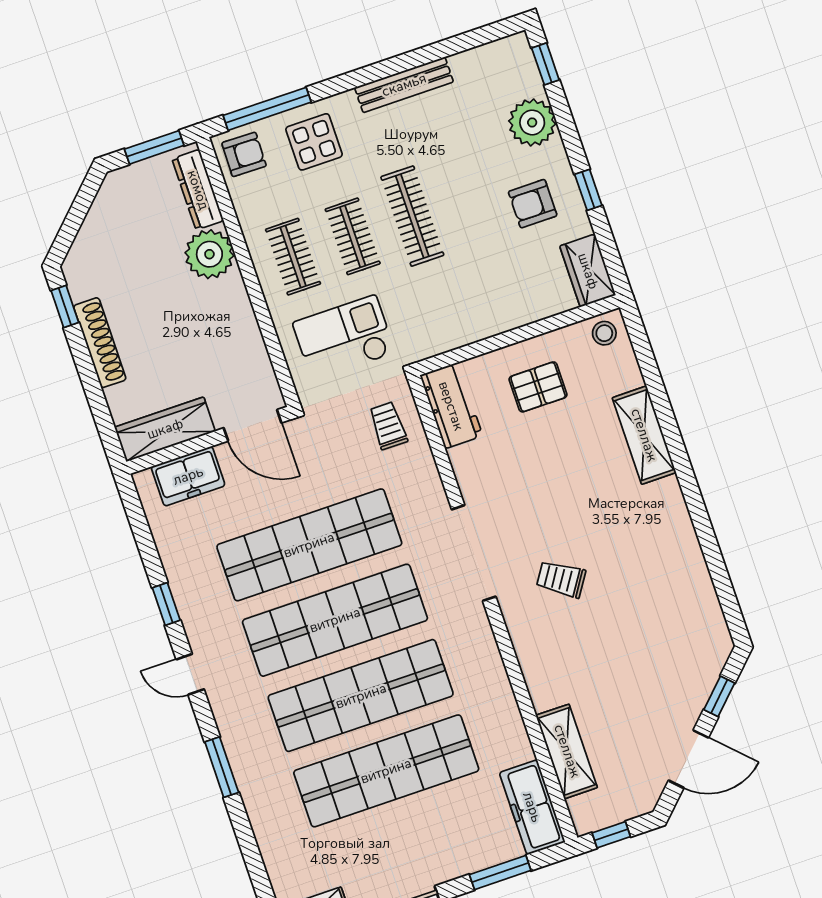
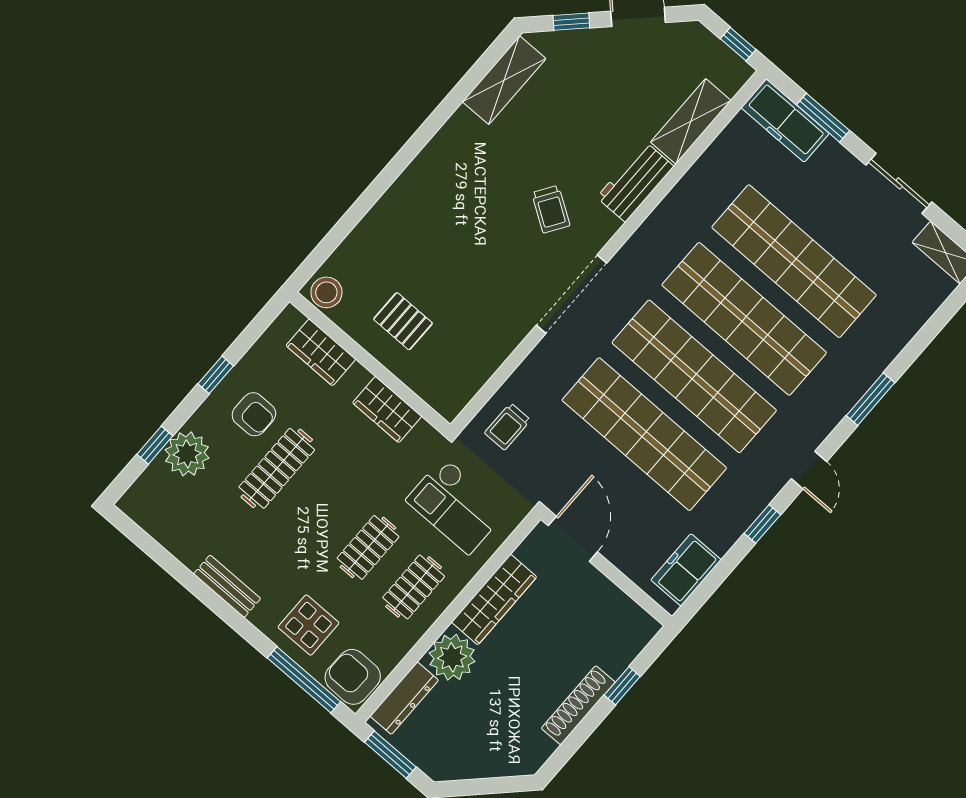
window: (545, 64) -> (155, 445), moved
bench: (404, 85) -> (227, 586), width x0.73
armchair: (244, 154) -> (353, 677), width x1.38, depth x1.38
clothes rail: (412, 216) -> (277, 468), moved
wardrobe: (588, 271) -> (321, 352), moved, turned 90
window: (65, 307) -> (622, 686), moved
wardrobe: (467, 326) -> (387, 410), added
stool: (604, 333) -> (326, 292), width x1.37, depth x1.37
workbench: (451, 406) -> (635, 182), moved
wardrobe: (165, 429) -> (494, 600), moved, turned -90
shelving: (644, 435) -> (504, 80), moved
freezer: (188, 476) -> (686, 570), moved, turned -90
freezer: (532, 807) -> (785, 121), moved, turned 90

